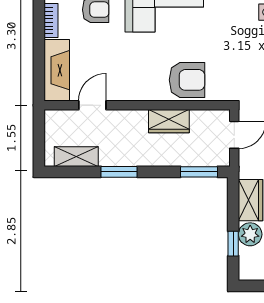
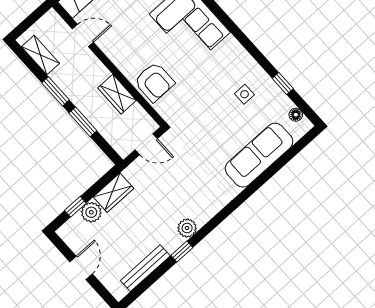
window: (199, 172) -> (83, 122), moved

